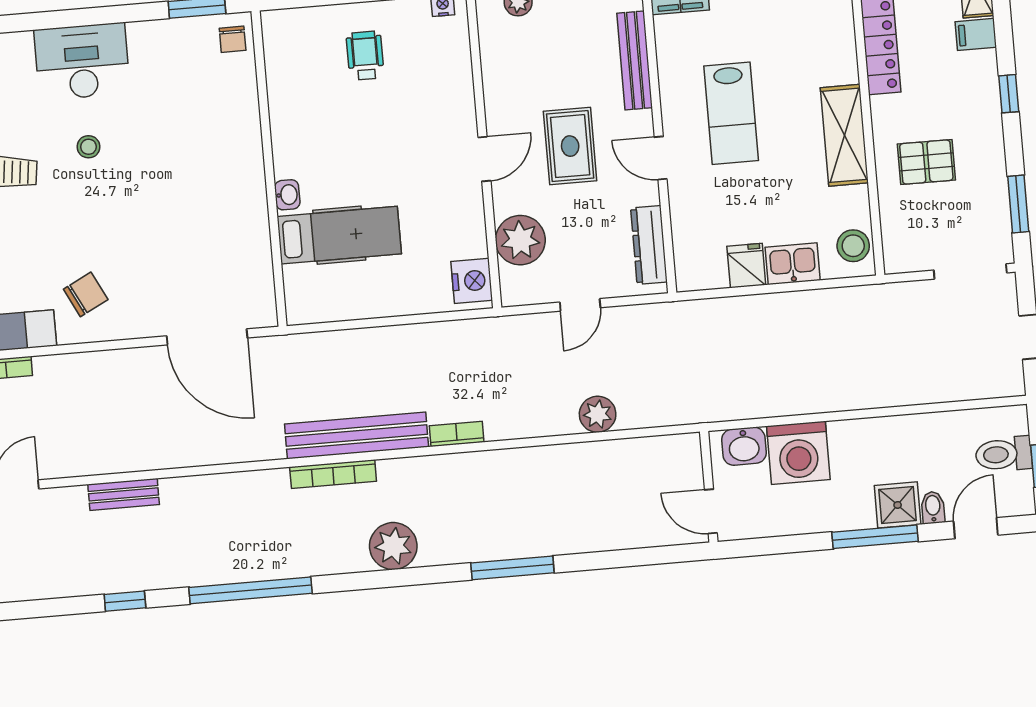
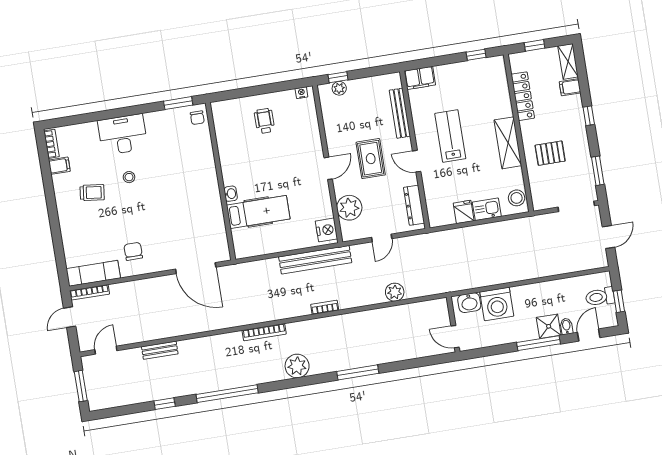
lab bench: (731, 113) -> (450, 136), turned 180
chair: (86, 294) -> (133, 251), turned -63
bench: (357, 435) -> (315, 260), moved

